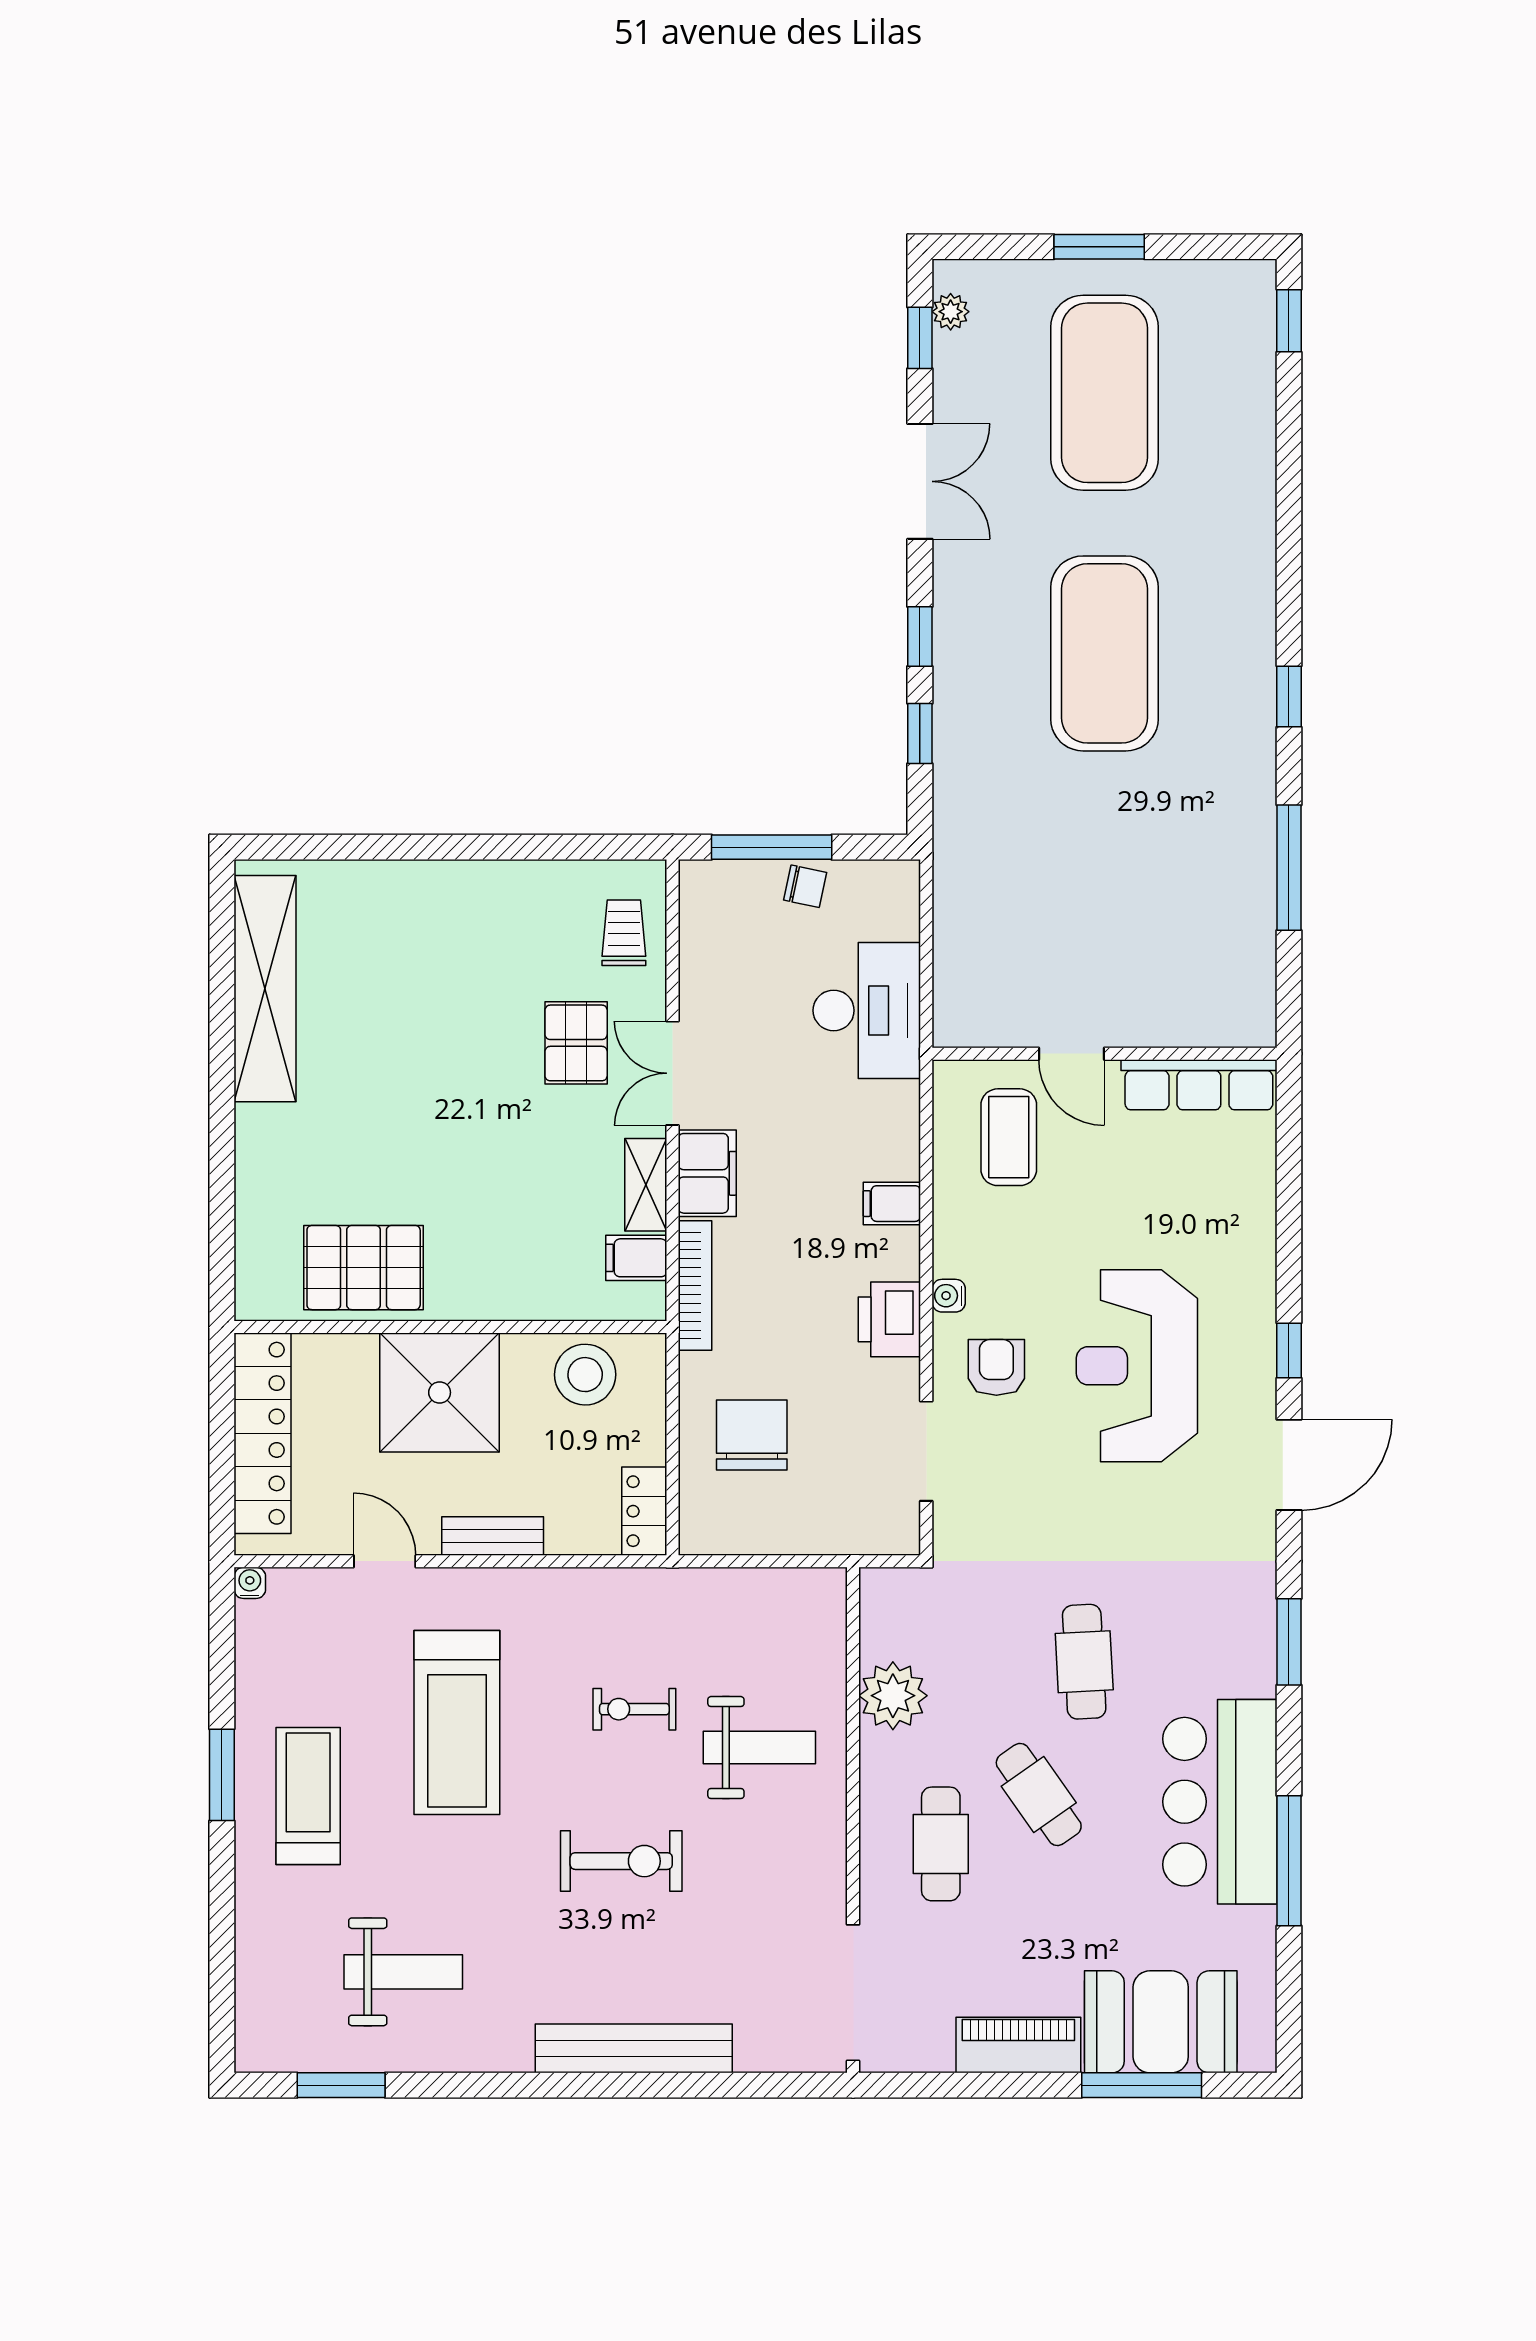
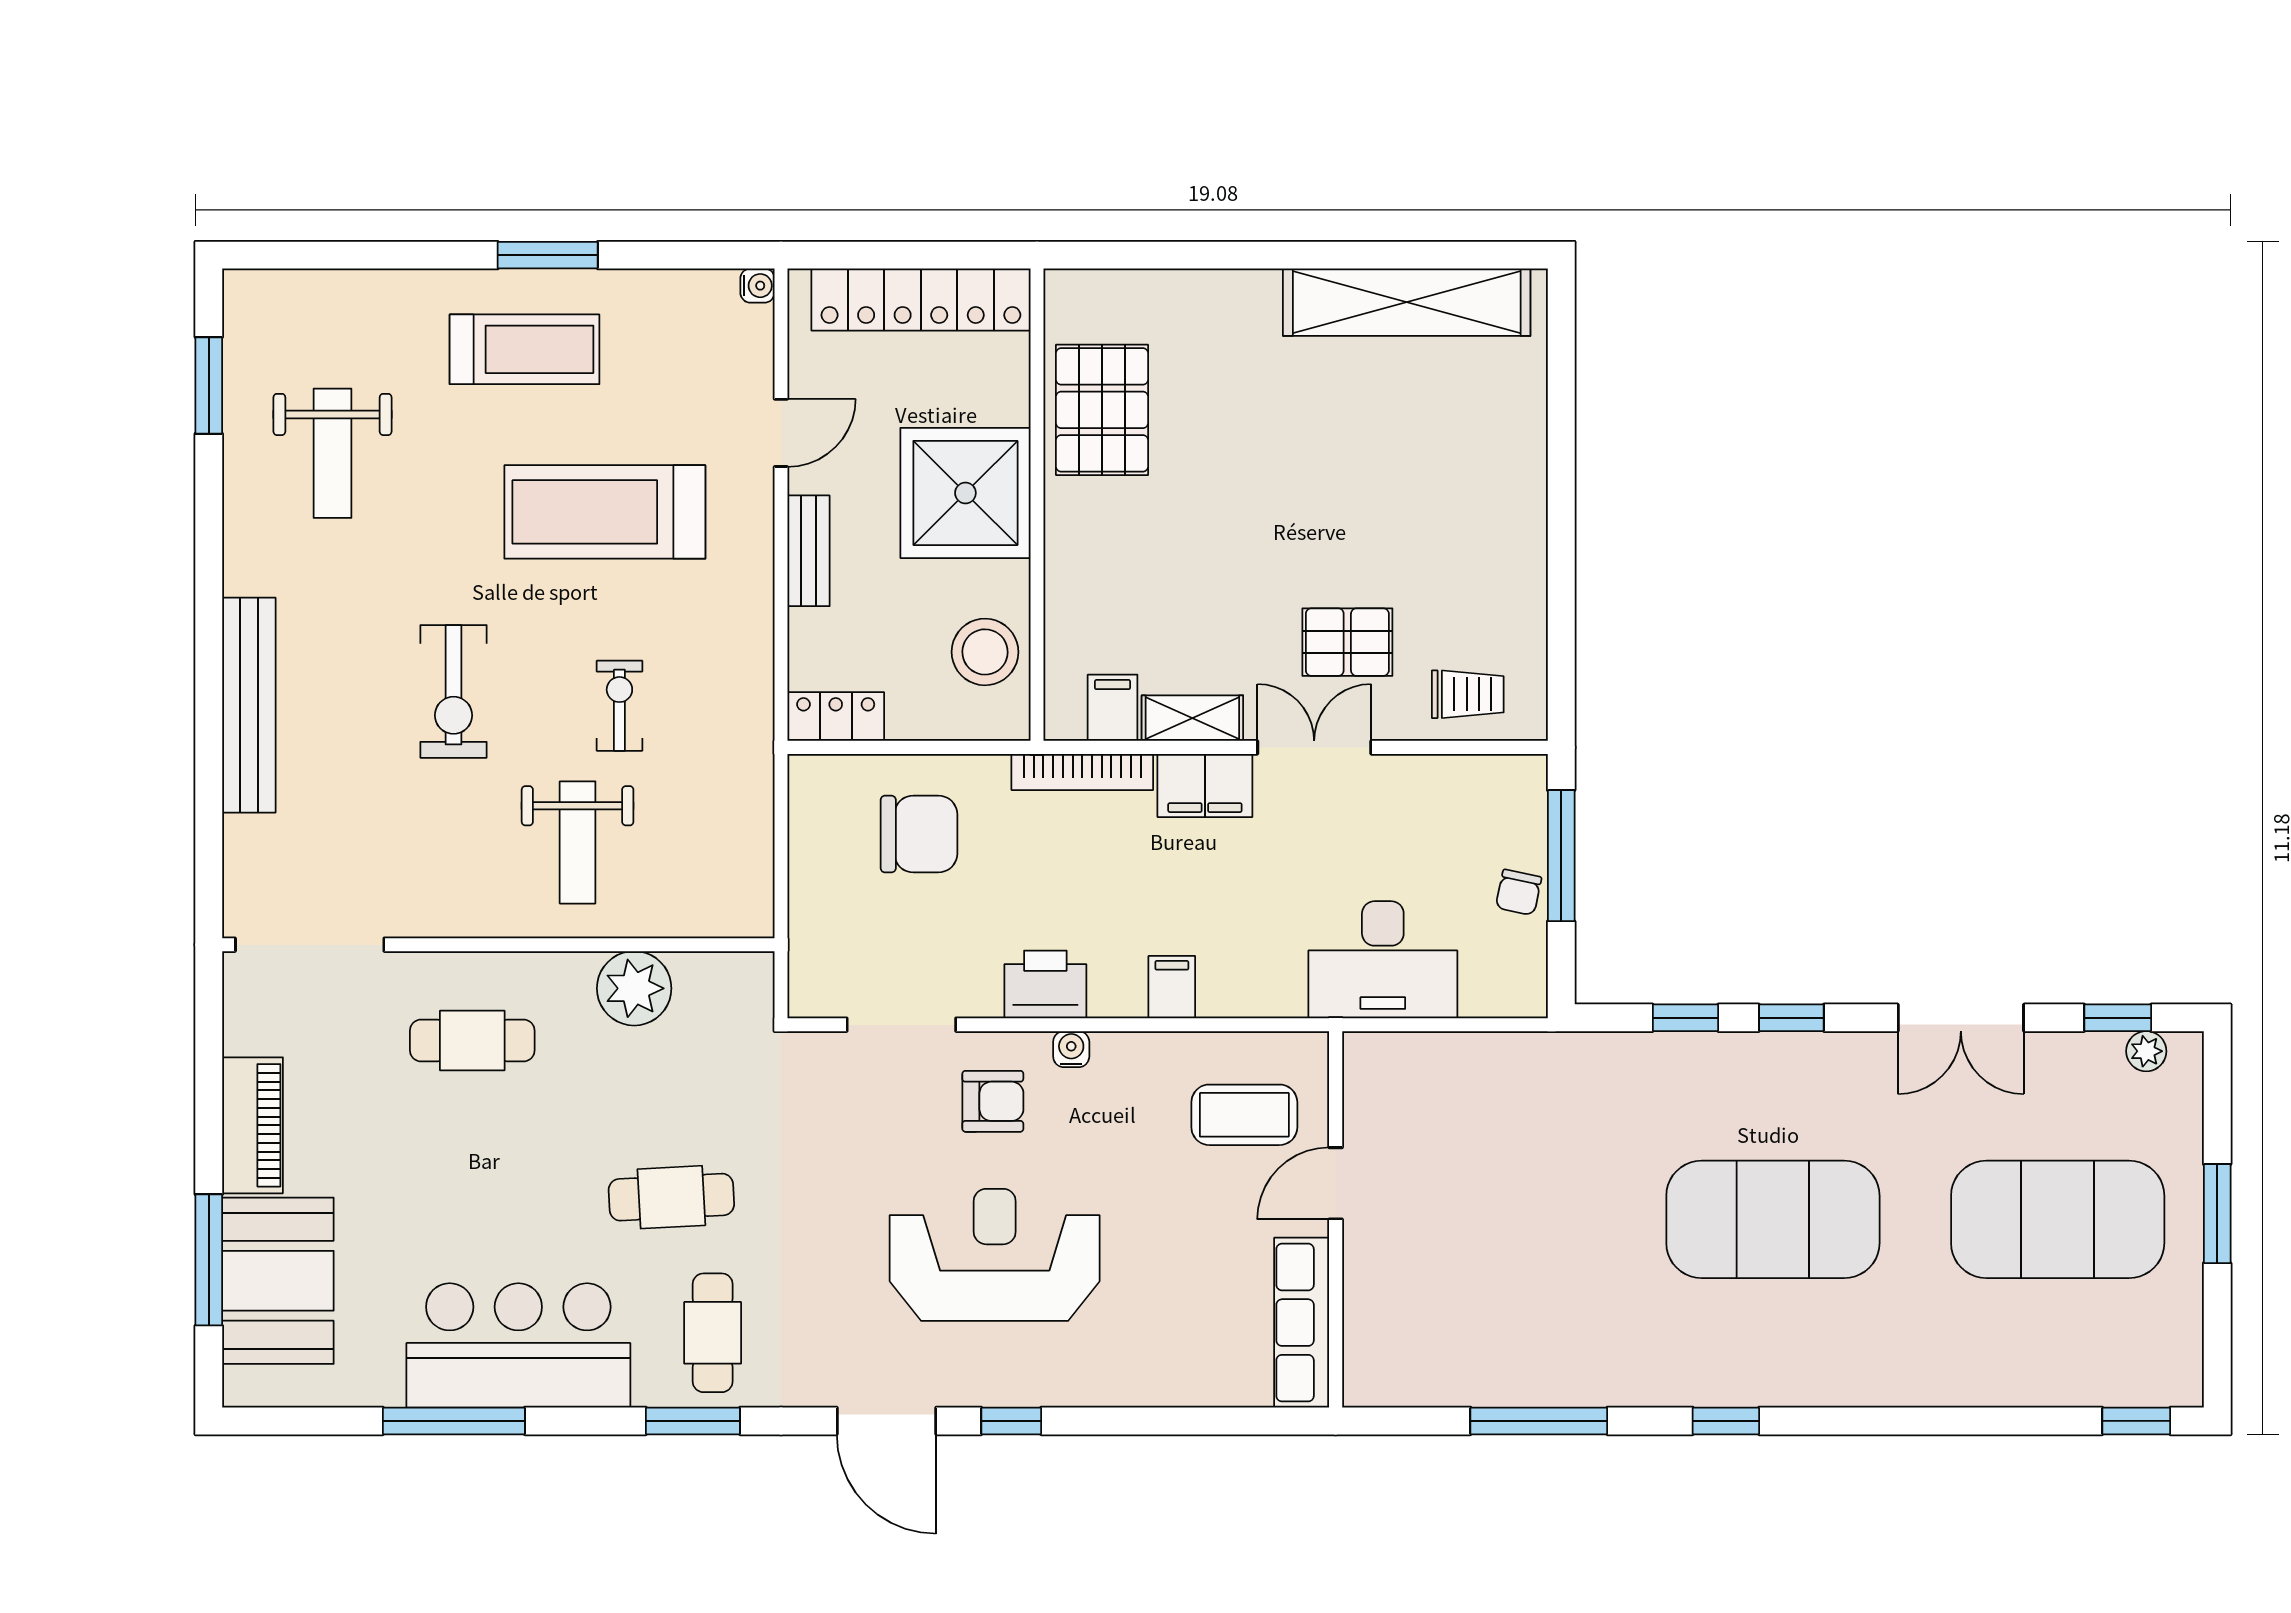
cafe table: (1039, 1794) -> (713, 1333), moved, turned -55

